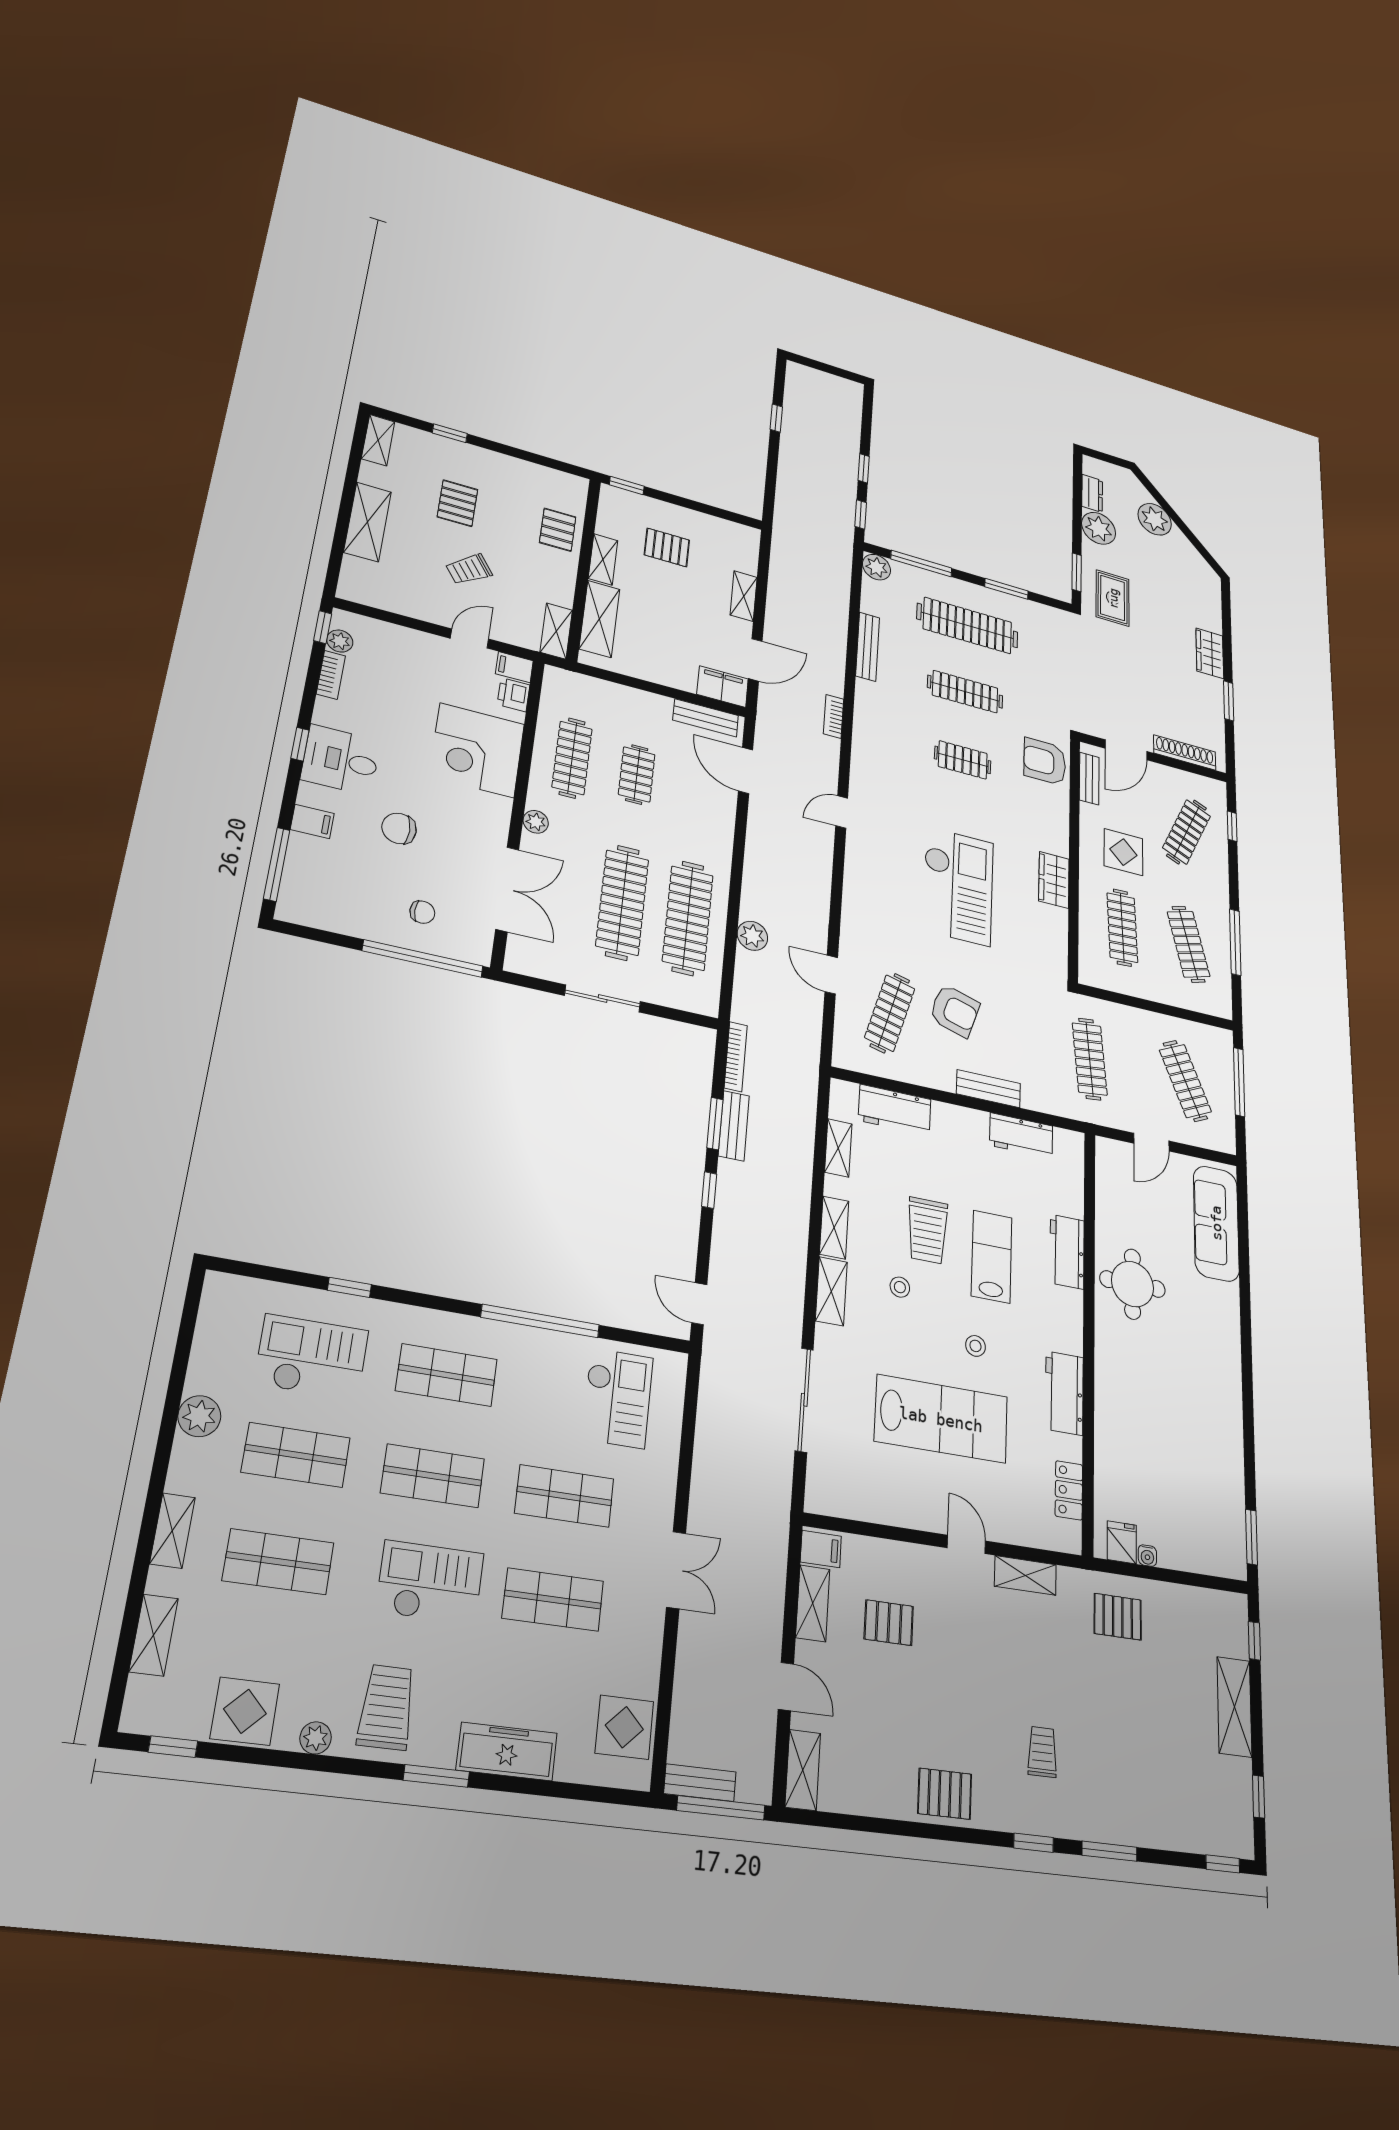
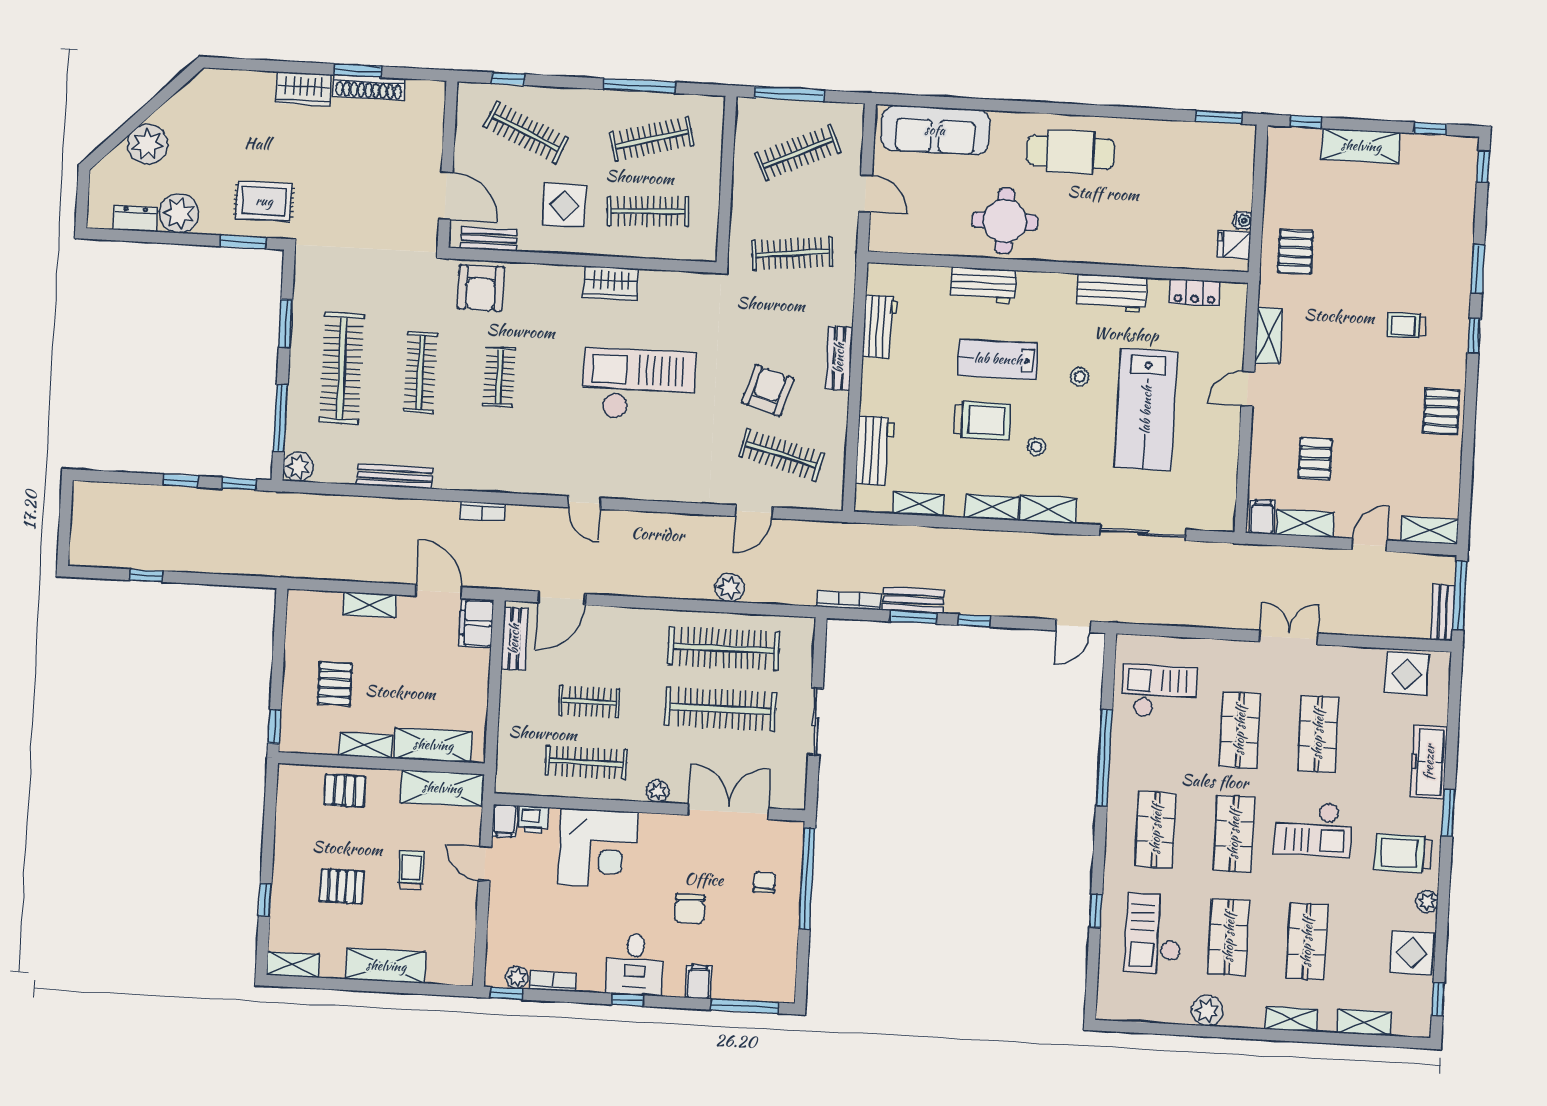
trolley: (469, 569) -> (411, 870), turned -145
shelving: (556, 631) -> (442, 788), width x1.50, depth x1.33
shoe rack: (1185, 752) -> (369, 88), moved, turned -90
cafe table: (1205, 1365) -> (1071, 152), added
lab bench: (941, 1419) -> (1146, 410), turned 180
checkout: (430, 1582) -> (1313, 829), turned -90

